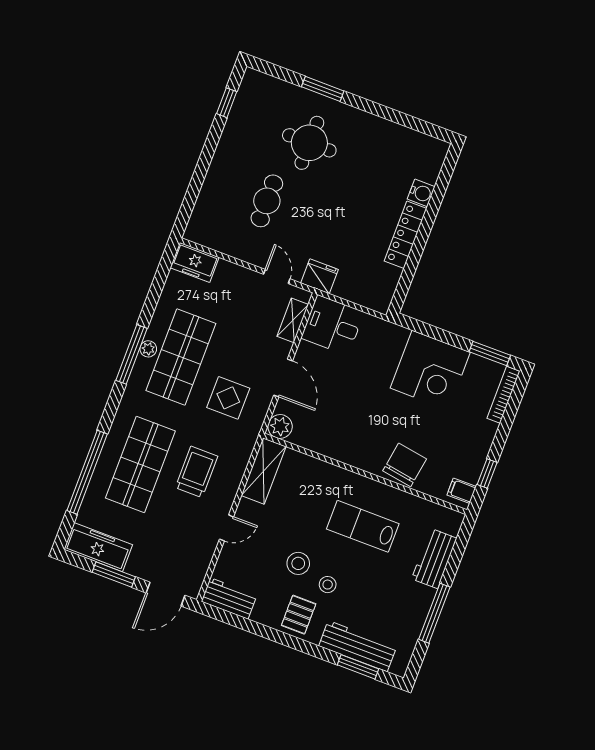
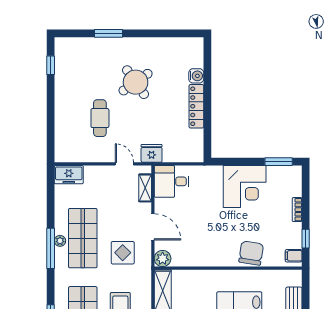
round table: (309, 143) -> (136, 82), moved, turned -35
bookcase: (503, 395) -> (297, 210), moved, width x0.64

